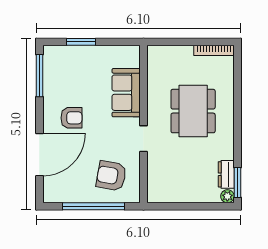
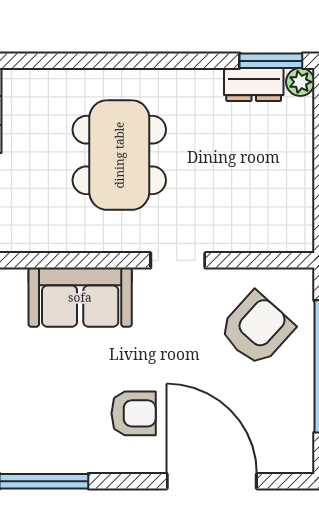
dining table: (193, 111) -> (119, 155), turned 90
armchair: (71, 118) -> (134, 413), turned 90
armchair: (111, 176) -> (257, 329), turned -148

